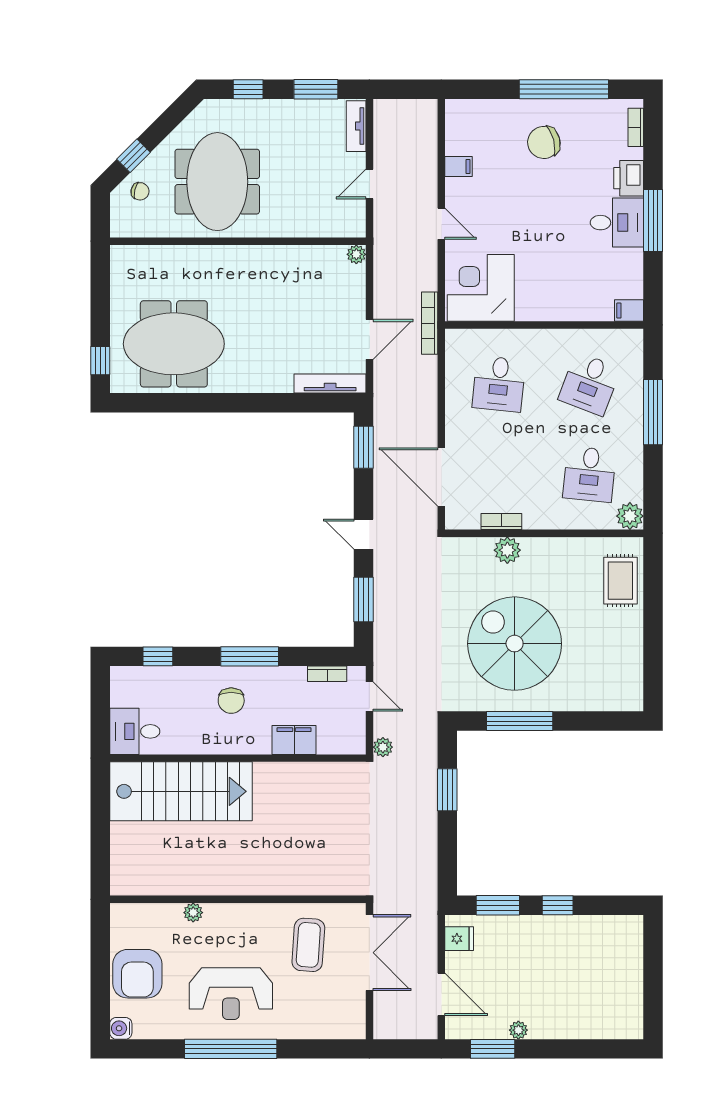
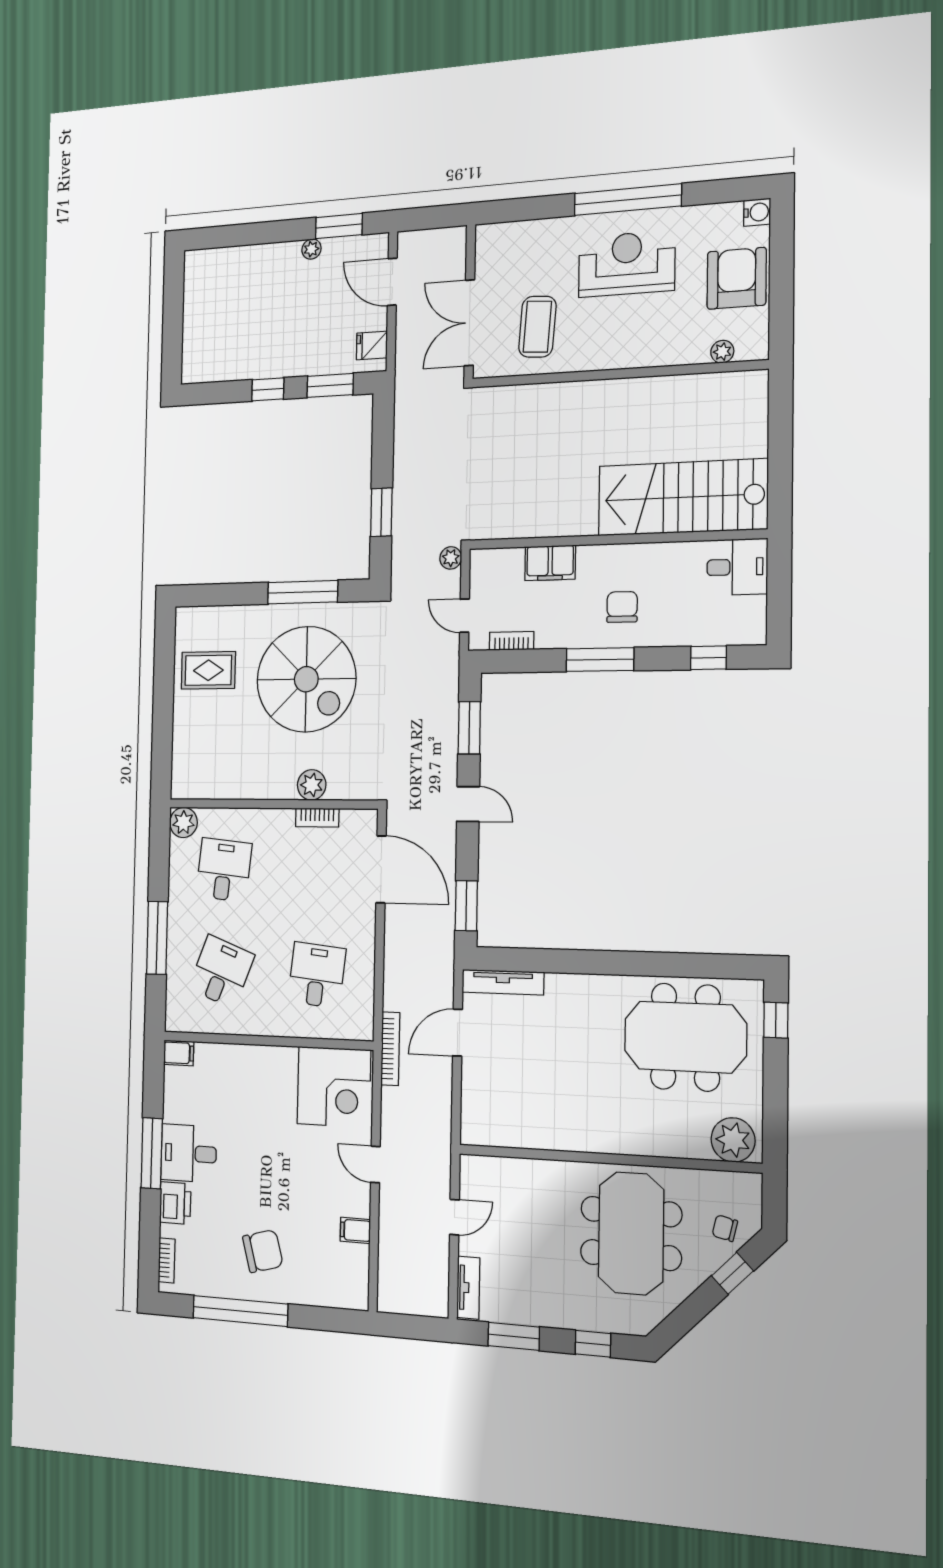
plant: (356, 254) -> (733, 1140), moved, width x1.88, depth x1.88
rug: (620, 581) -> (208, 670), moved, turned 90
plant: (193, 913) -> (722, 352), moved

